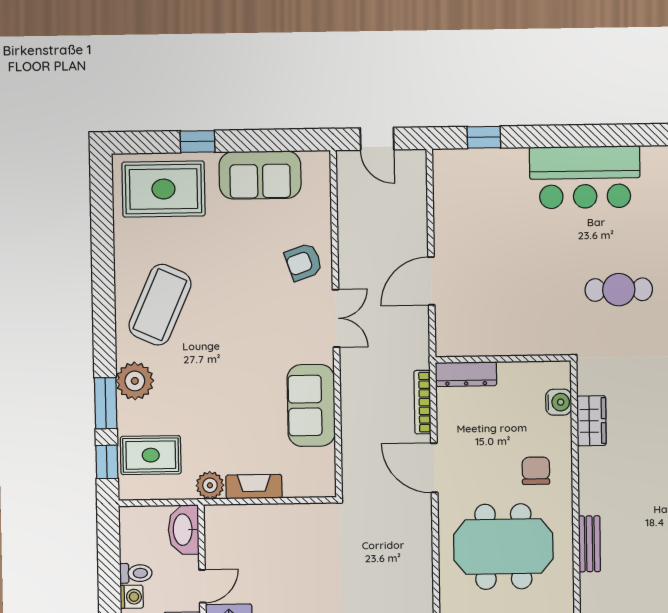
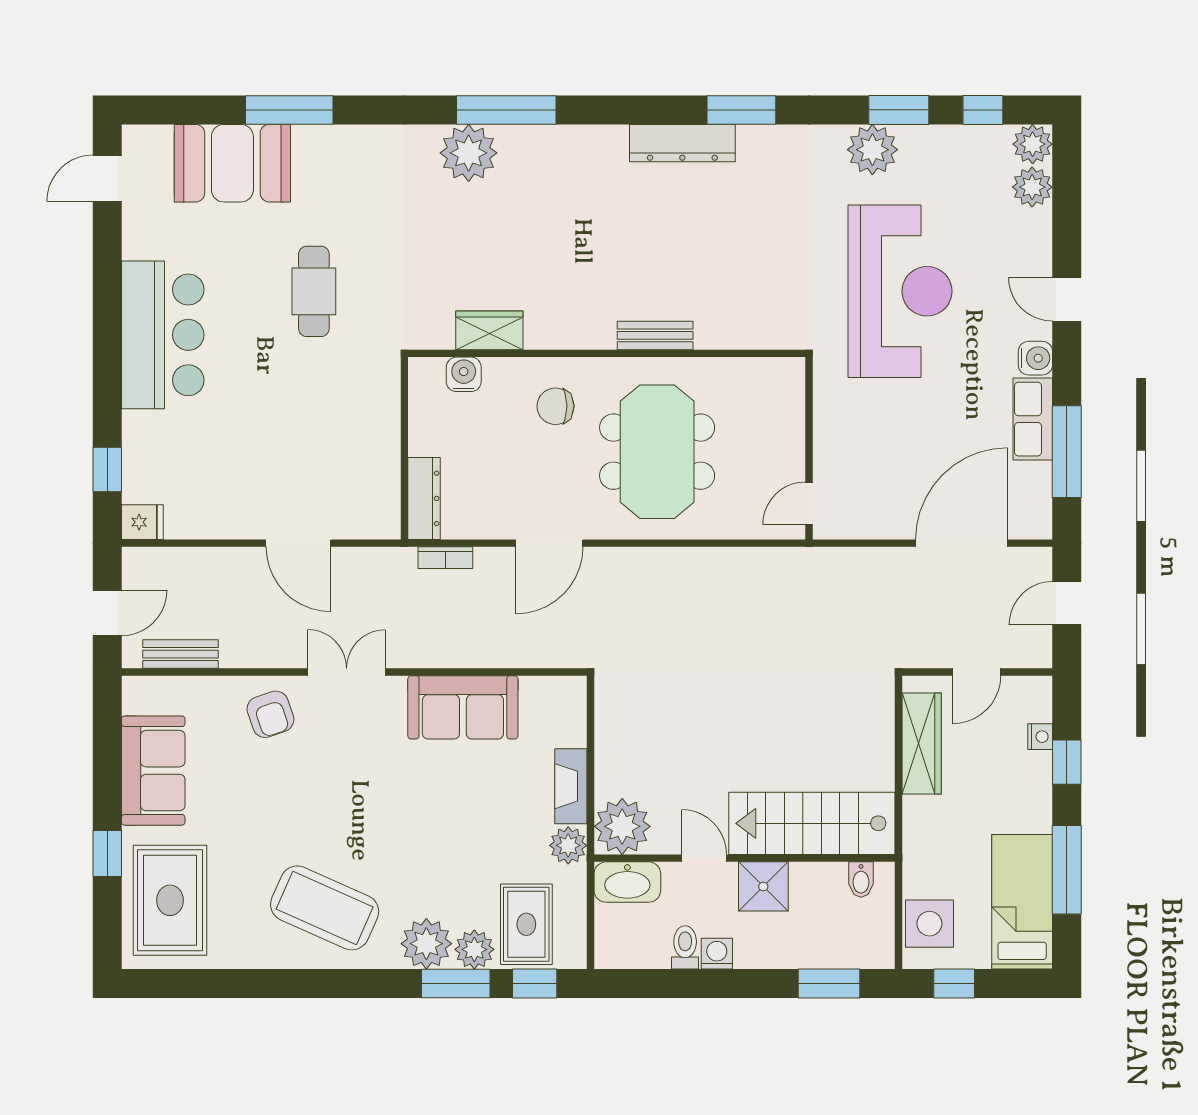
fridge: (445, 164) -> (142, 522), added
bench: (347, 194) -> (181, 654), added
bookcase: (422, 402) -> (445, 558), width x0.64
plant: (131, 417) -> (474, 949), added
plant: (225, 525) -> (622, 826), added

